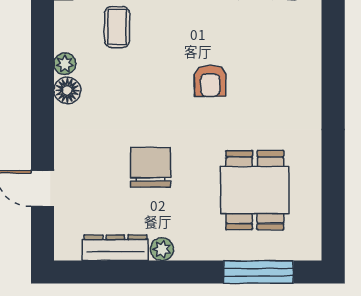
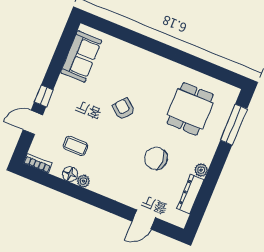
armchair: (210, 81) -> (123, 109), turned -140
floor lamp: (67, 90) -> (70, 174), moved
dining table: (255, 190) -> (190, 109), turned 90

